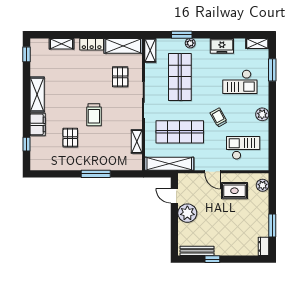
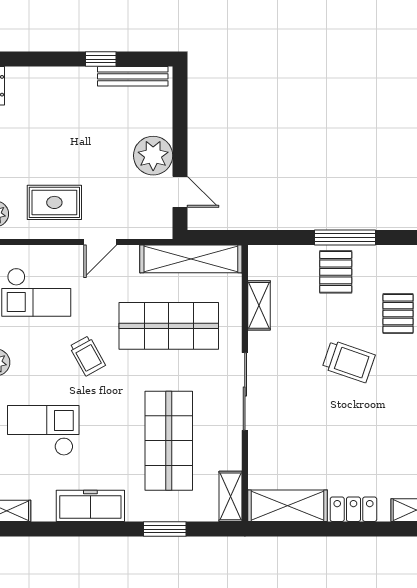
plant: (190, 43) -> (147, 511), removed
freezer: (222, 46) -> (90, 506), width x1.40
pallet: (120, 77) -> (336, 272), moved
trolley: (94, 115) -> (349, 362), turned 109
door: (213, 172) -> (100, 242), swing flipped

